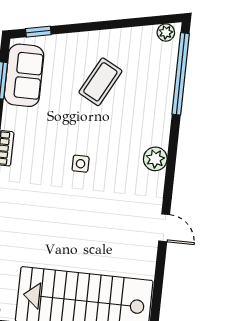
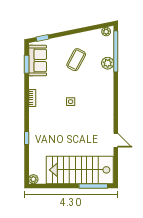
plant: (155, 159) -> (108, 63), moved
door: (164, 228) -> (116, 140), moved

